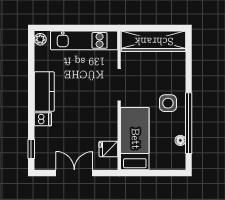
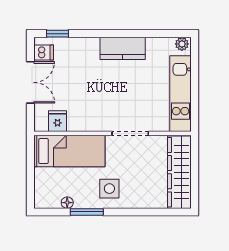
dishwasher: (43, 119) -> (44, 53), moved, turned -90
window: (189, 123) -> (87, 212), width x0.47

